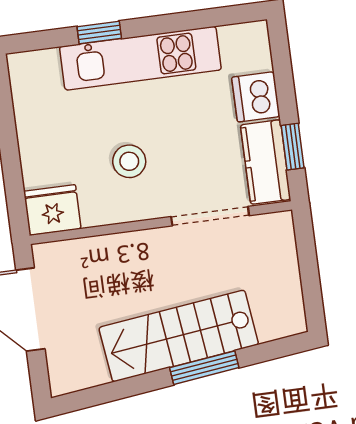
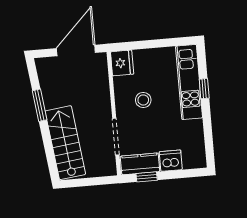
kitchen unit: (140, 58) -> (189, 82), moved
stairs: (179, 336) -> (65, 143), moved
window: (204, 368) -> (40, 105), moved

